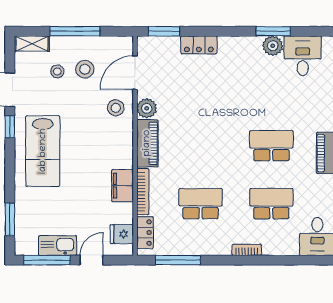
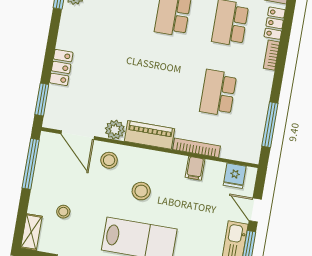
window: (75, 31) -> (31, 164), moved
stool: (85, 69) -> (141, 191), moved
filing cabinet: (122, 186) -> (195, 168), width x0.50
locker: (145, 233) -> (275, 23), moved, turned -90

